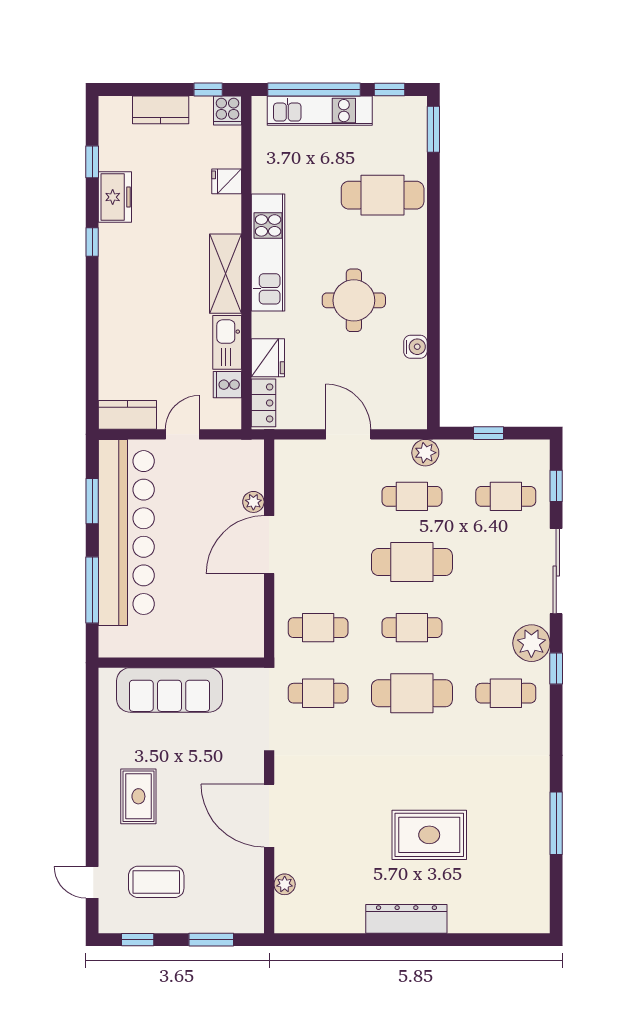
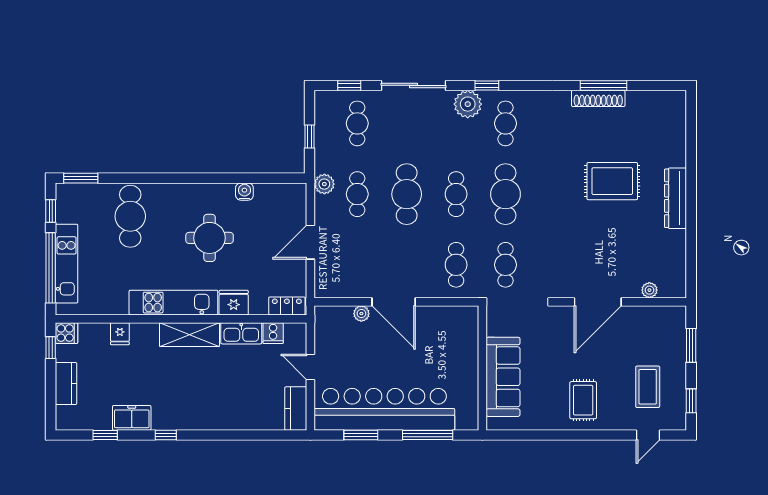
fridge: (268, 358) -> (234, 303), moved
rug: (138, 796) -> (583, 400), turned 90
shoe rack: (539, 816) -> (598, 98), added
rug: (429, 835) -> (612, 181), turned 90

